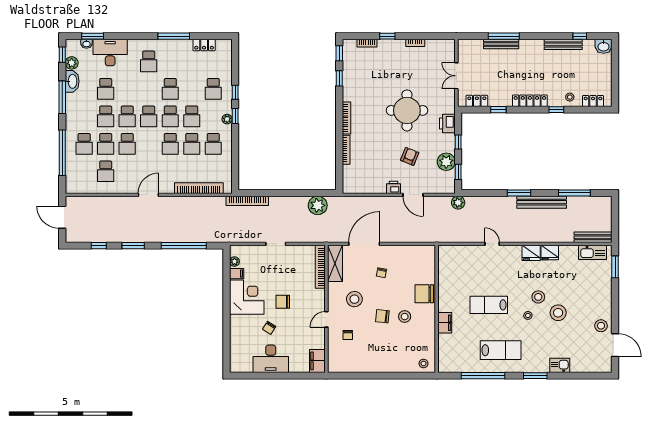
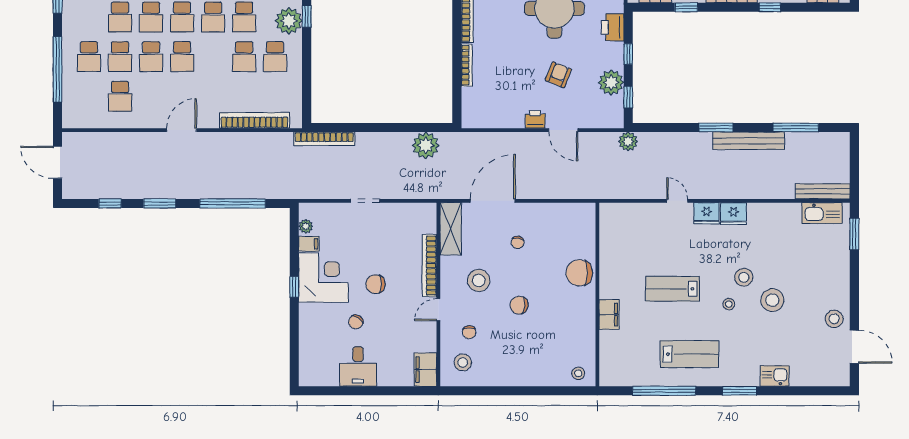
plant: (227, 119) -> (289, 21), width x1.87, depth x1.87
school desk: (170, 144) -> (182, 57), moved
fridge: (550, 253) -> (707, 213), moved
bookcase: (320, 267) -> (429, 266), moved
window: (227, 304) -> (294, 287), added
stool: (405, 317) -> (463, 362), moved
desk: (271, 359) -> (358, 366), width x0.73

